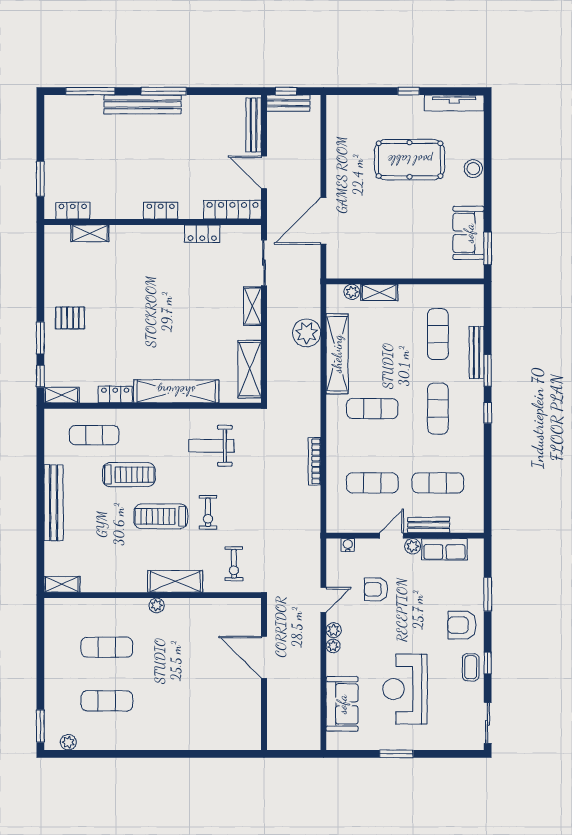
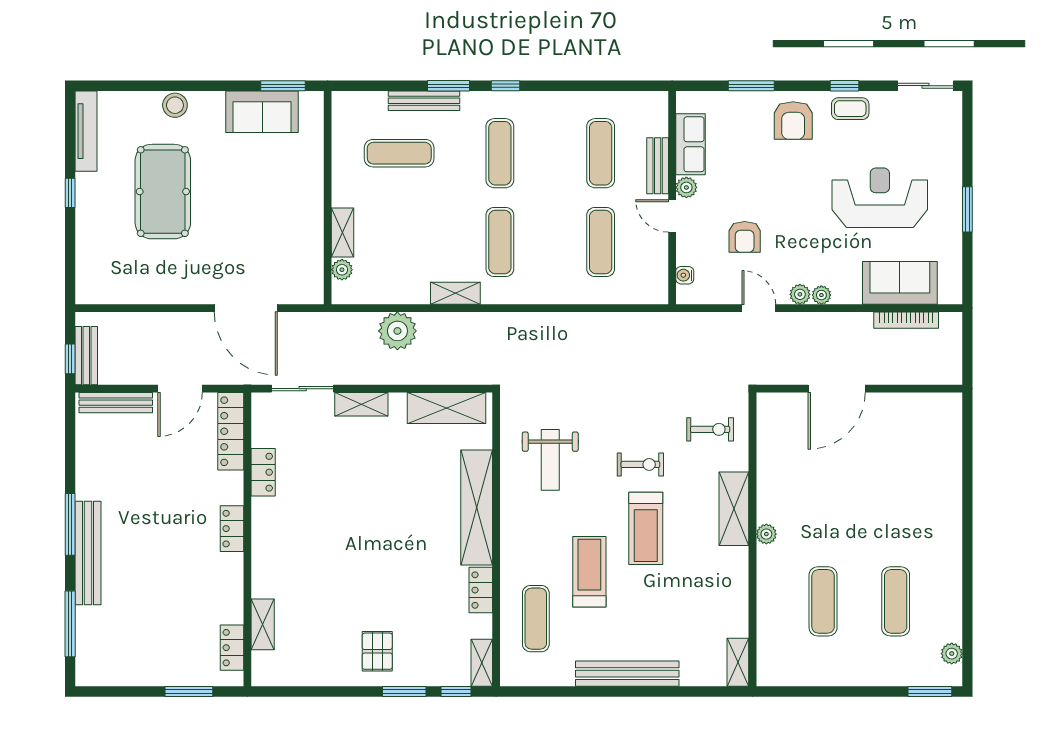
shelving: (337, 354) -> (455, 293), width x0.45, depth x0.75
exercise mat: (438, 409) -> (500, 153), turned 90
bookcase: (315, 461) -> (906, 320), moved
reception desk: (405, 689) -> (880, 198), turned 180

